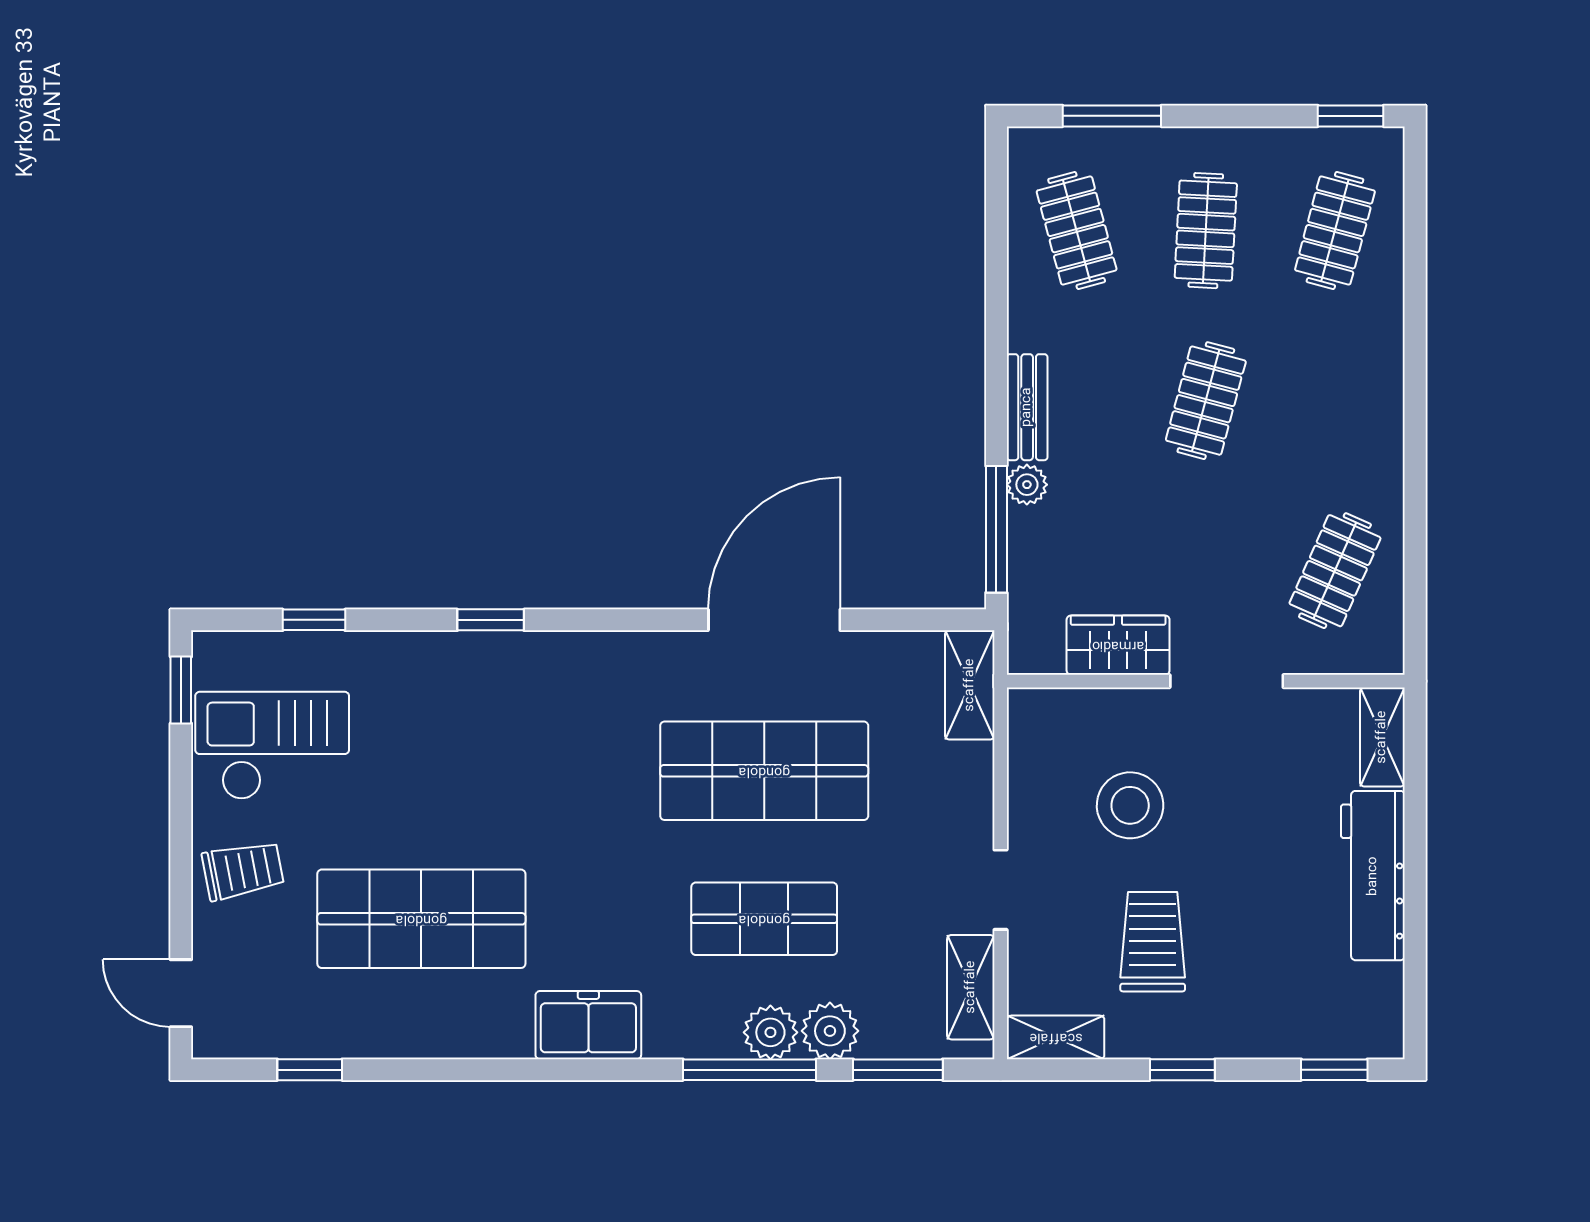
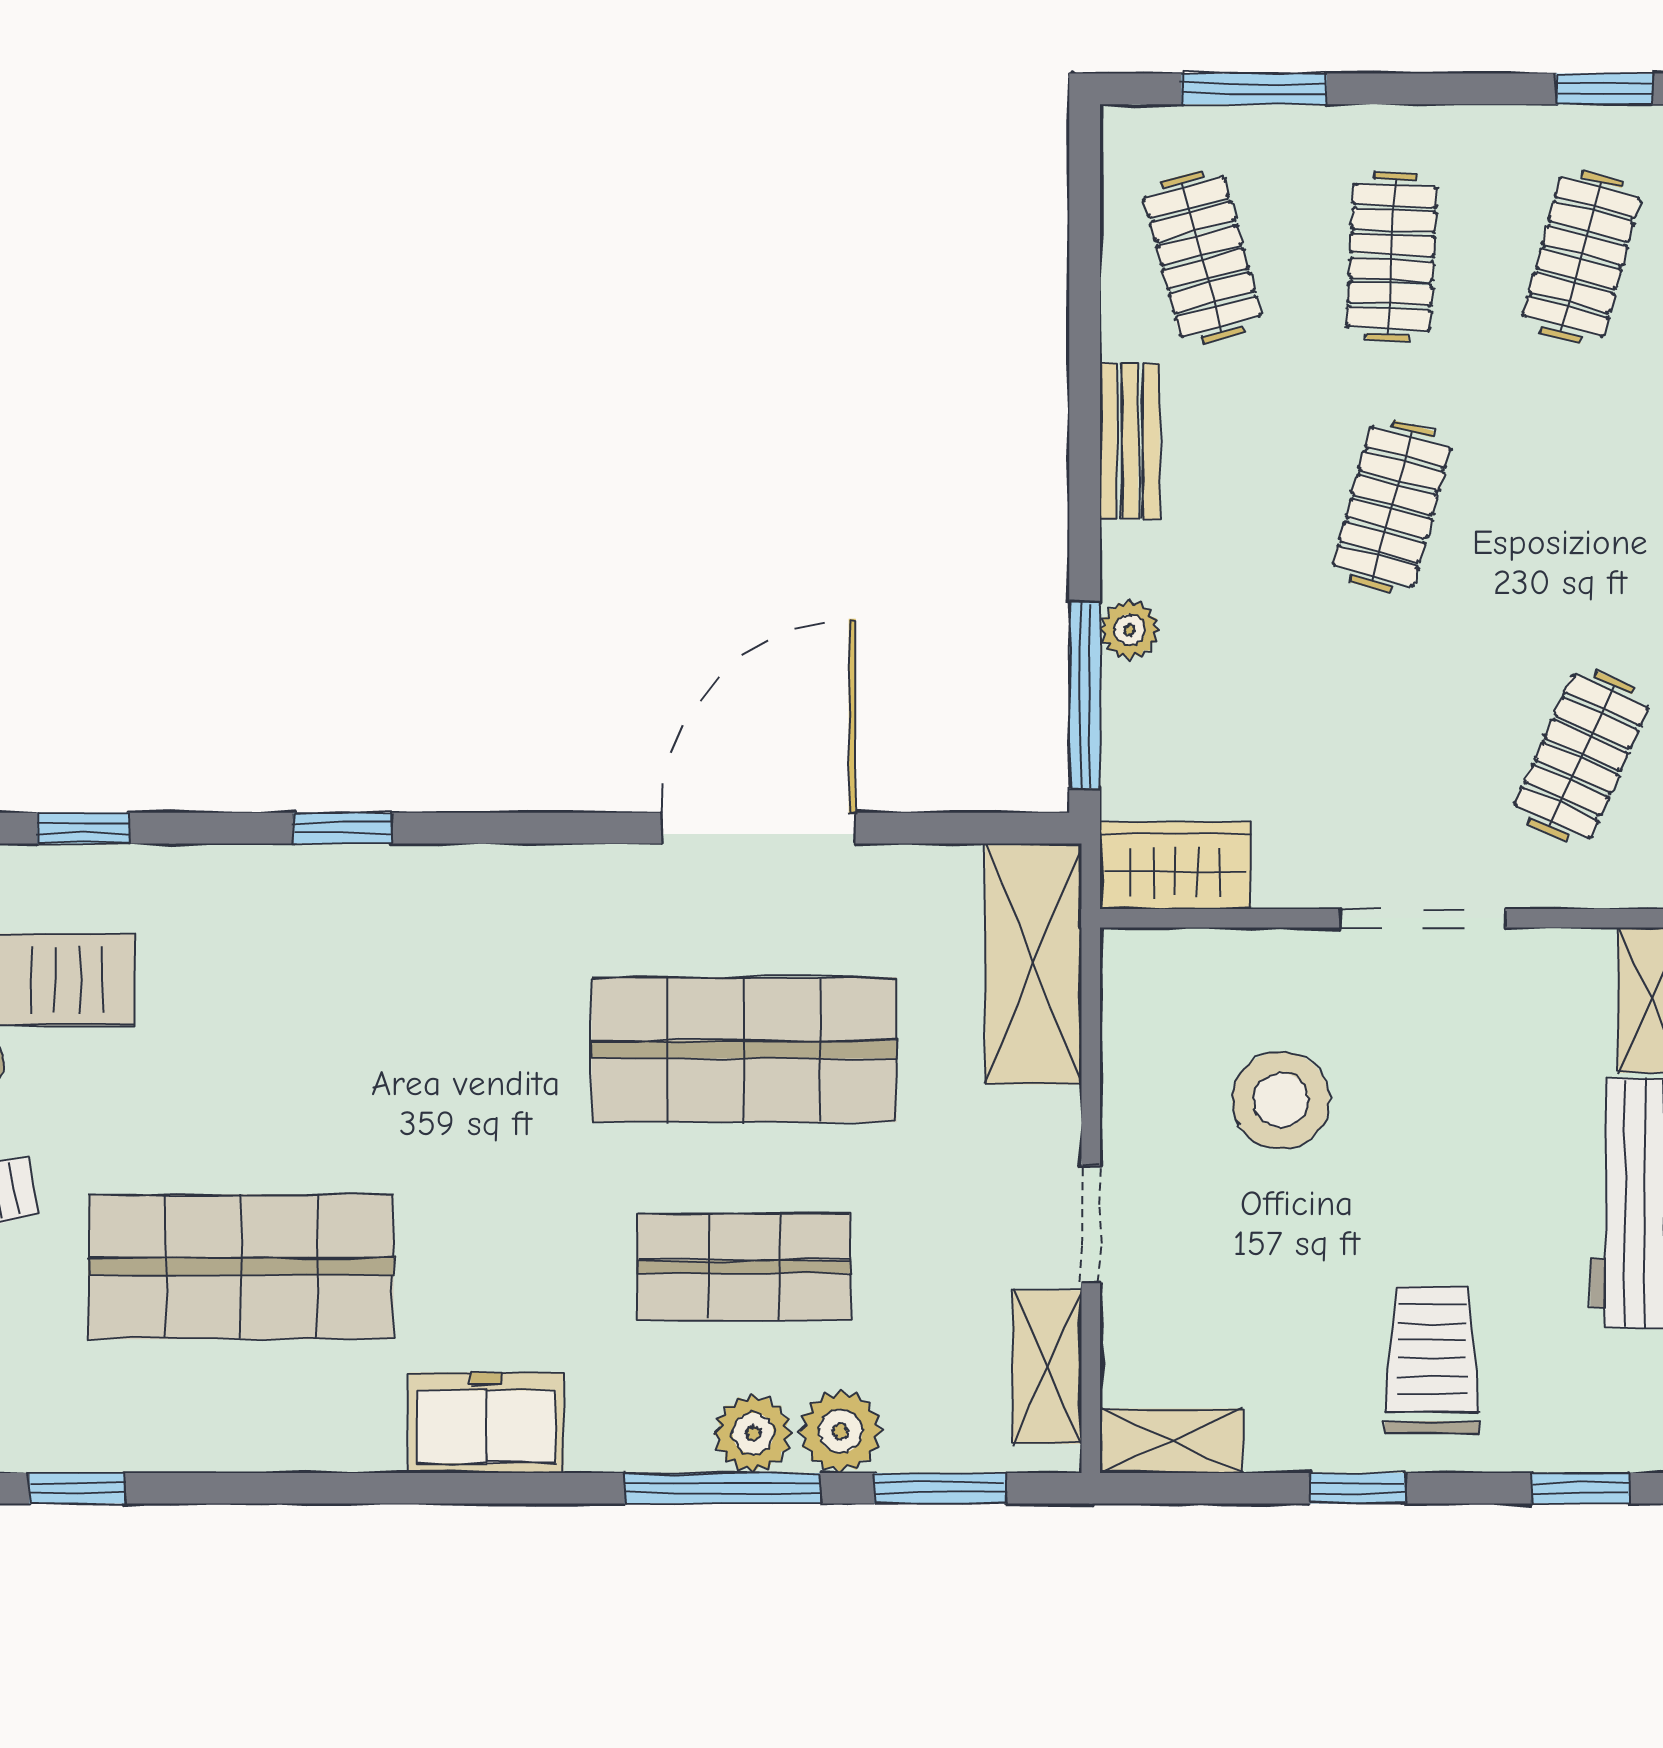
bench: (1027, 407) -> (1130, 441), moved
wardrobe: (1118, 645) -> (1175, 865), moved
shelving: (970, 685) -> (1034, 964), width x1.50, depth x1.33
trolley: (1153, 942) -> (1432, 1360), moved

